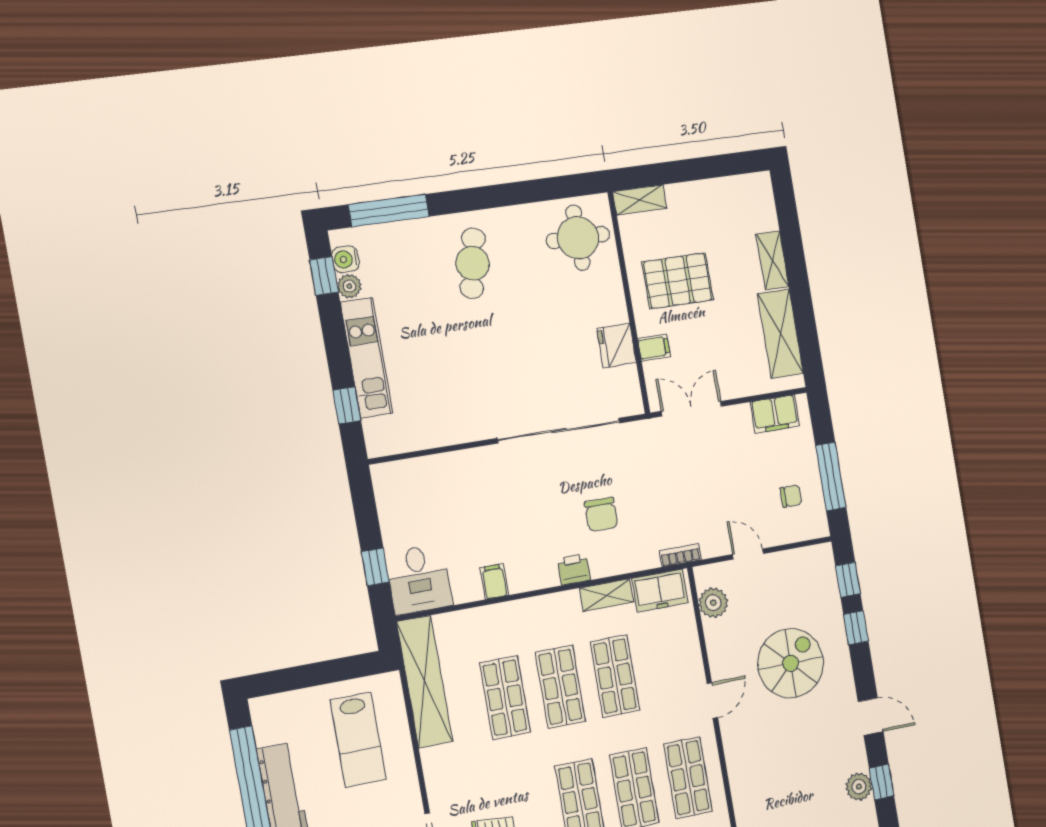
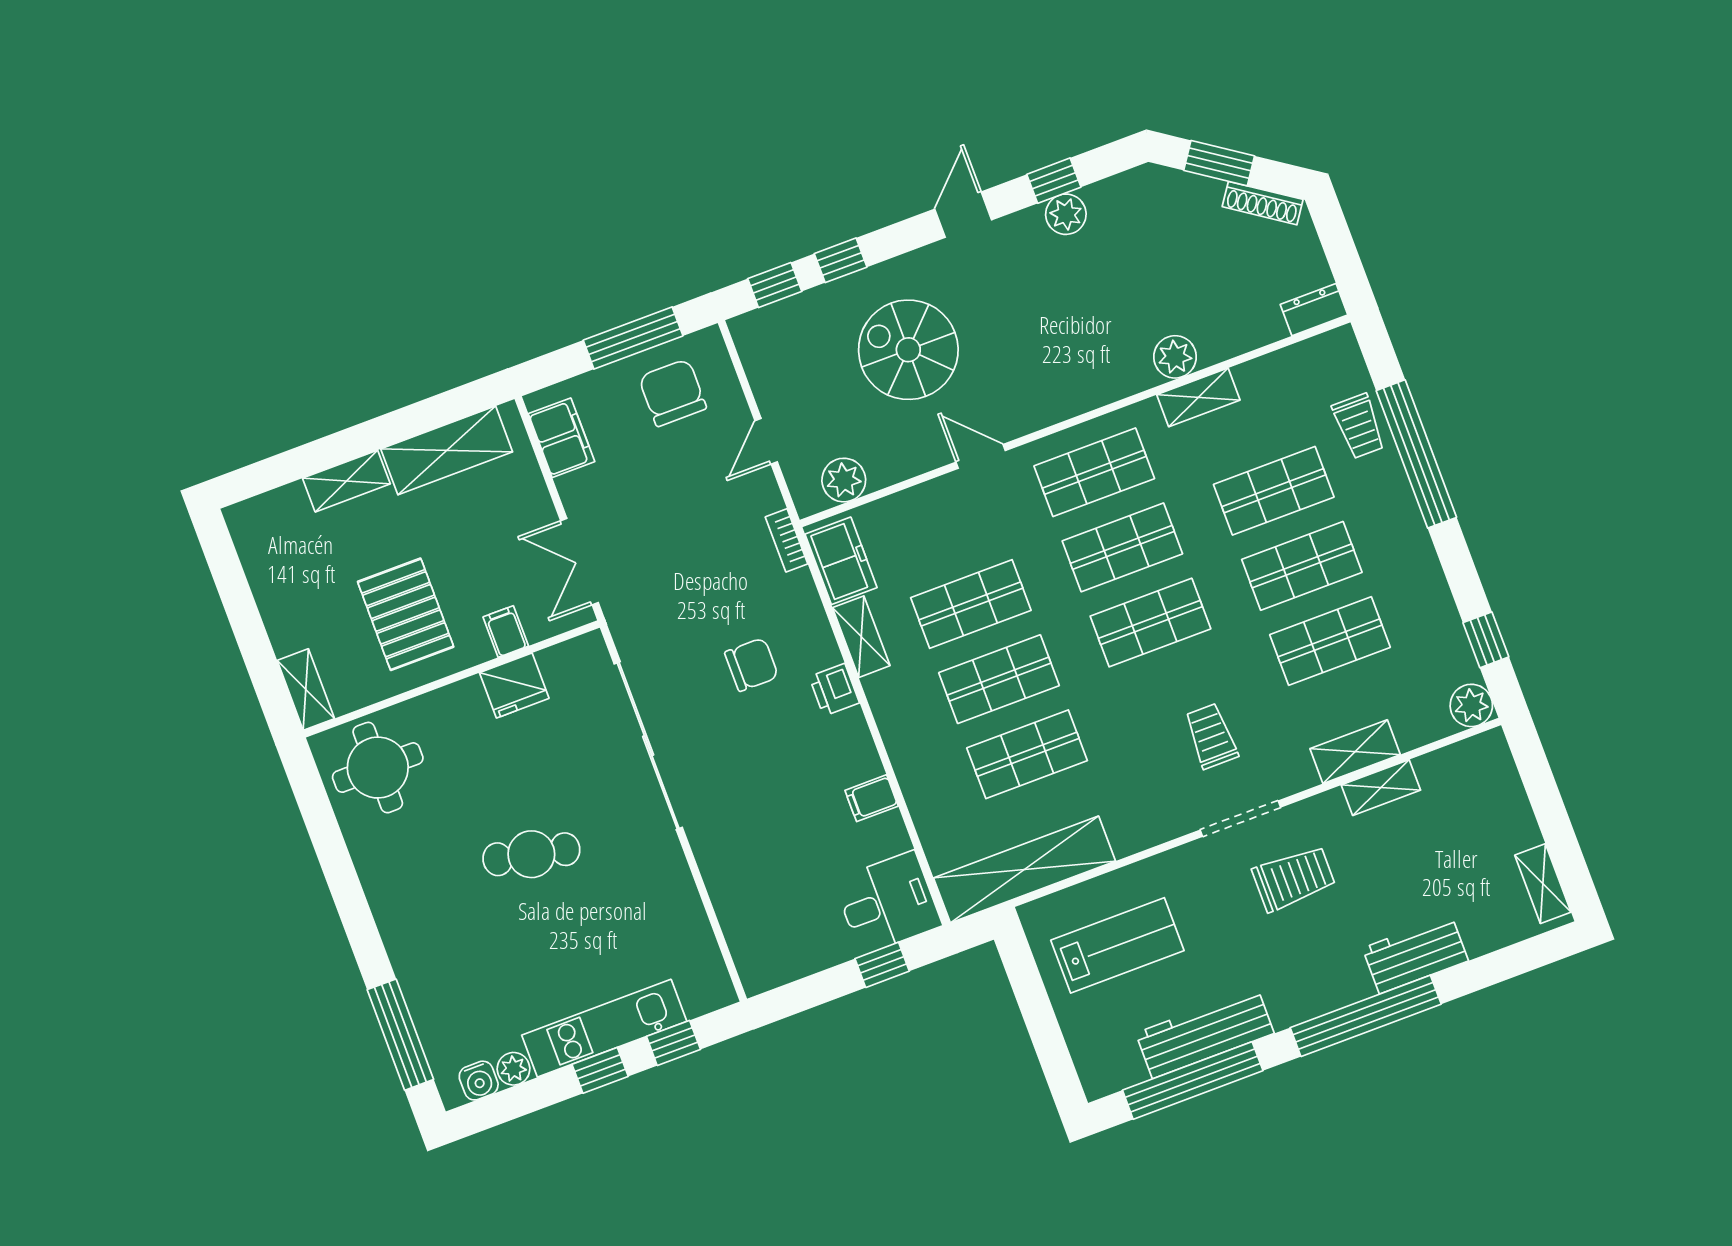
cafe table: (473, 263) -> (531, 854), moved
window: (324, 276) -> (600, 1070), moved
chair: (791, 496) -> (673, 393), width x1.87, depth x1.87

